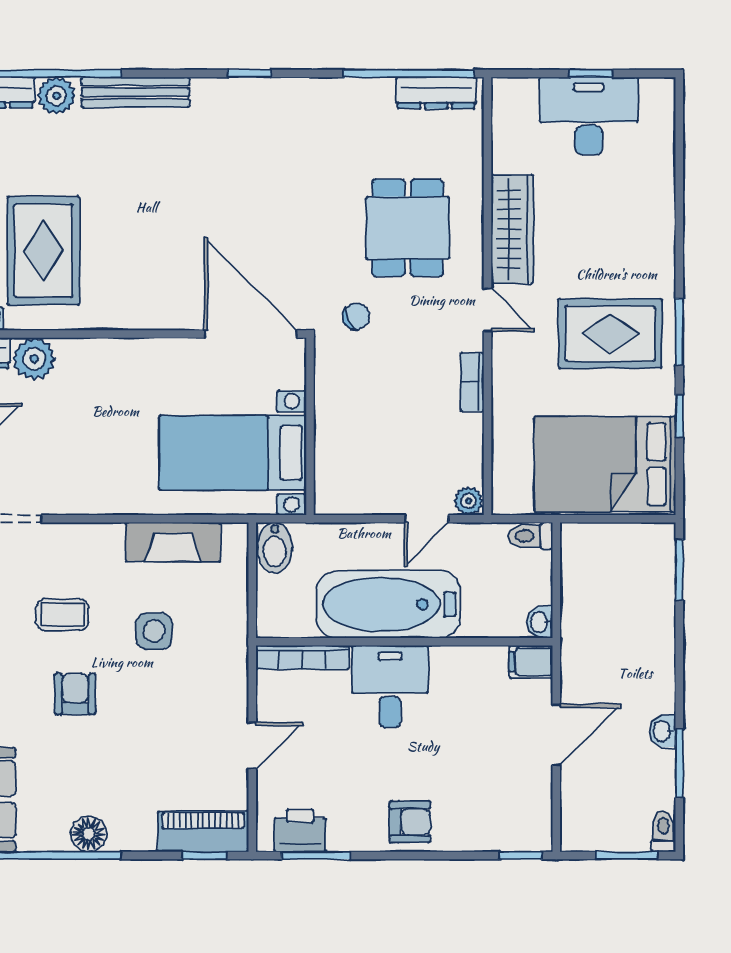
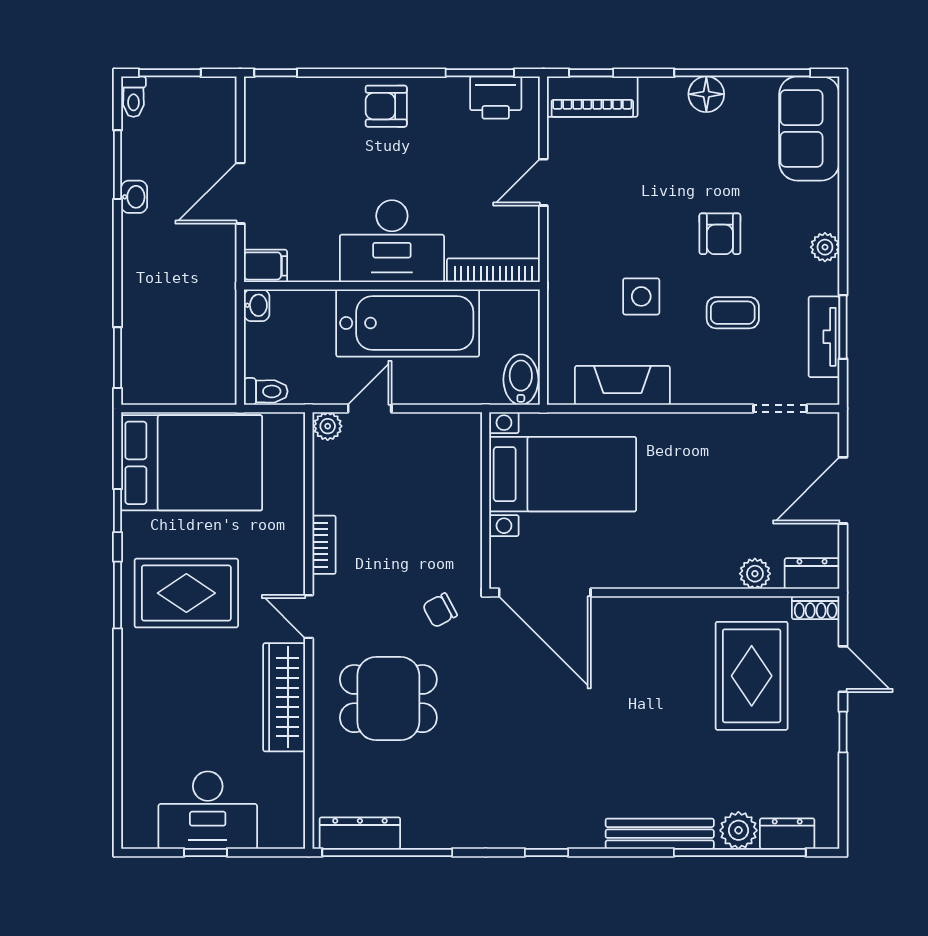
dining table: (408, 228) -> (388, 699), turned 90
plant: (34, 359) -> (755, 574), width x0.73, depth x0.73
desk: (390, 687) -> (392, 241), width x1.37

